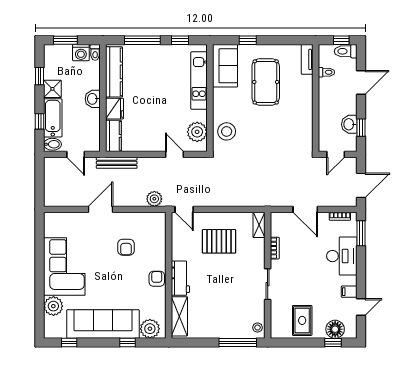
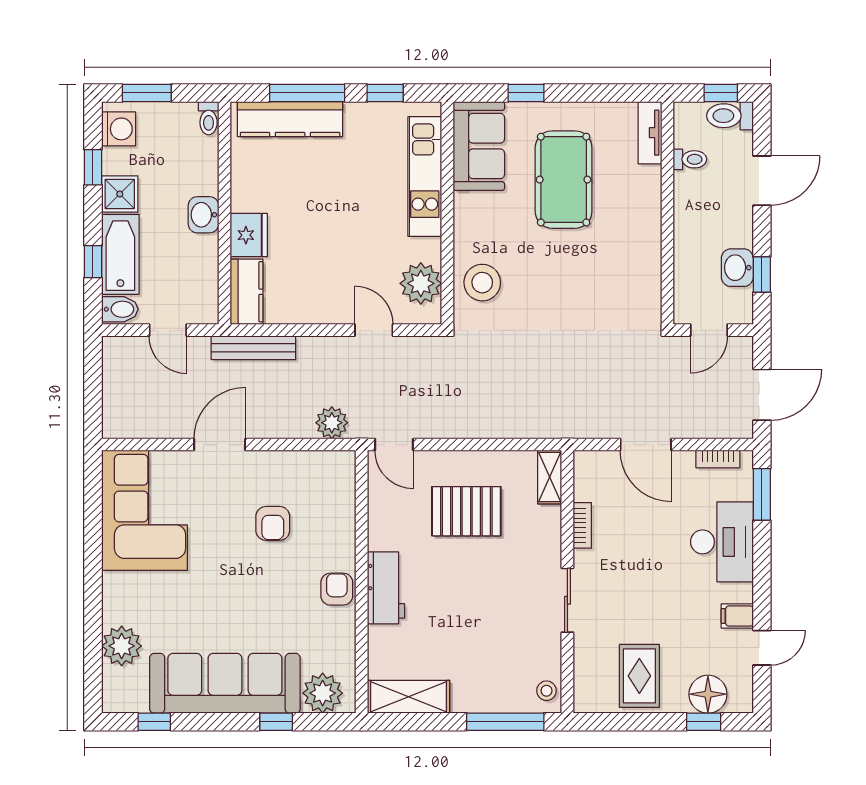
washing machine: (81, 53) -> (119, 129), moved, turned -90
kitchen counter: (114, 72) -> (290, 119), moved, turned 90
corner sofa: (64, 266) -> (144, 510), moved
shelving: (179, 316) -> (409, 697), moved, turned 90

